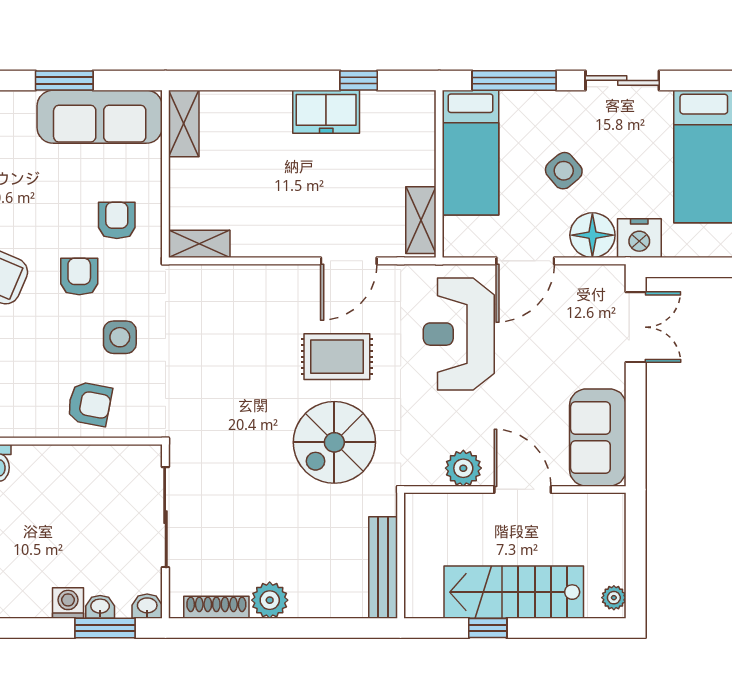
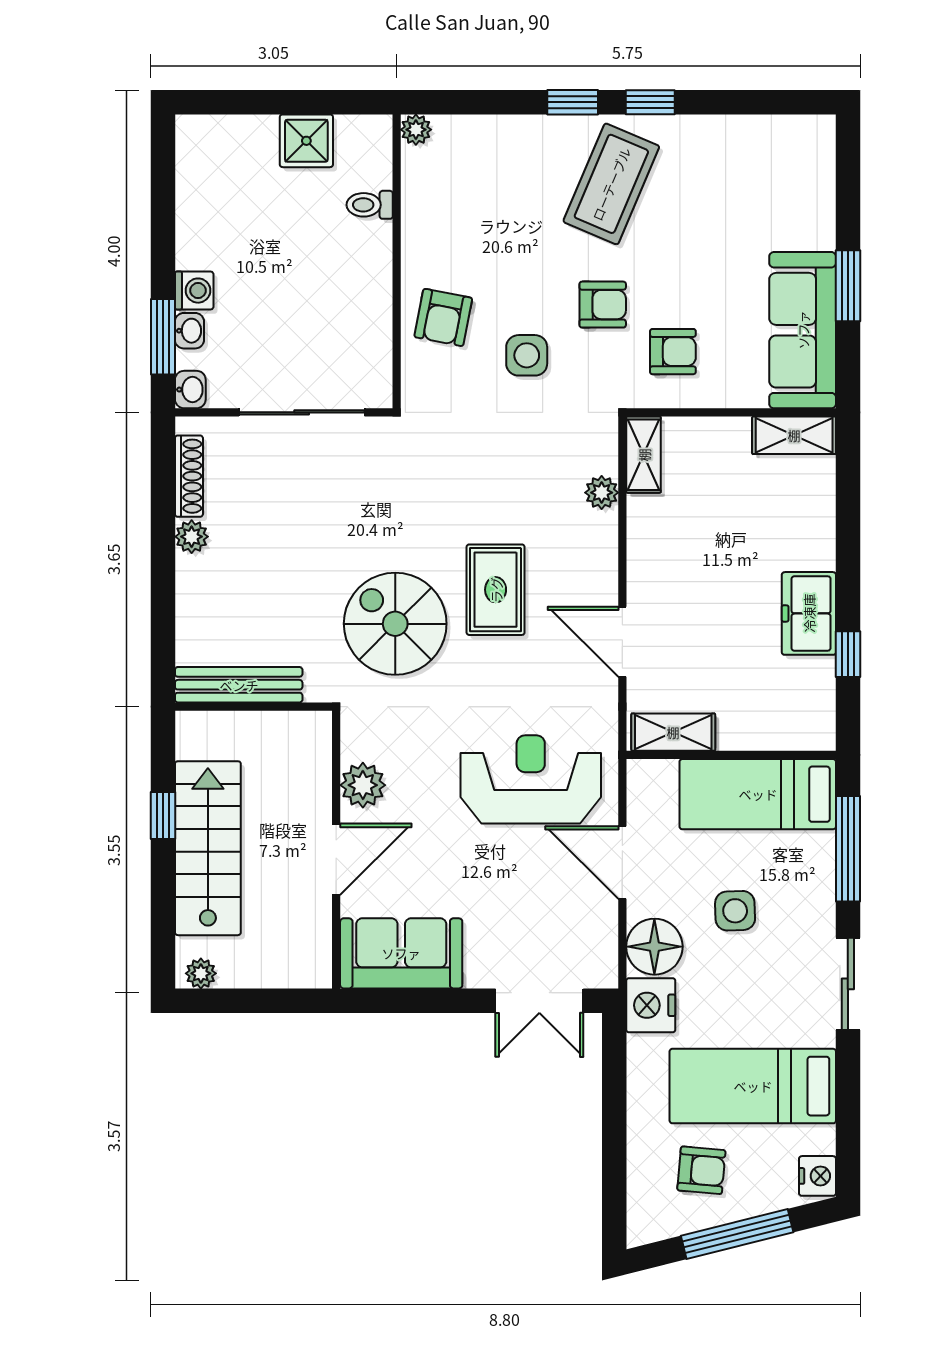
side table: (564, 171) -> (735, 911), turned 38
plant: (229, 277) -> (602, 493), added
rug: (337, 357) -> (496, 590), moved
plant: (270, 600) -> (192, 537), width x0.73, depth x0.73

